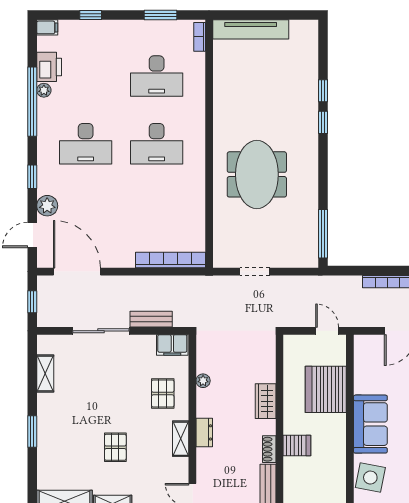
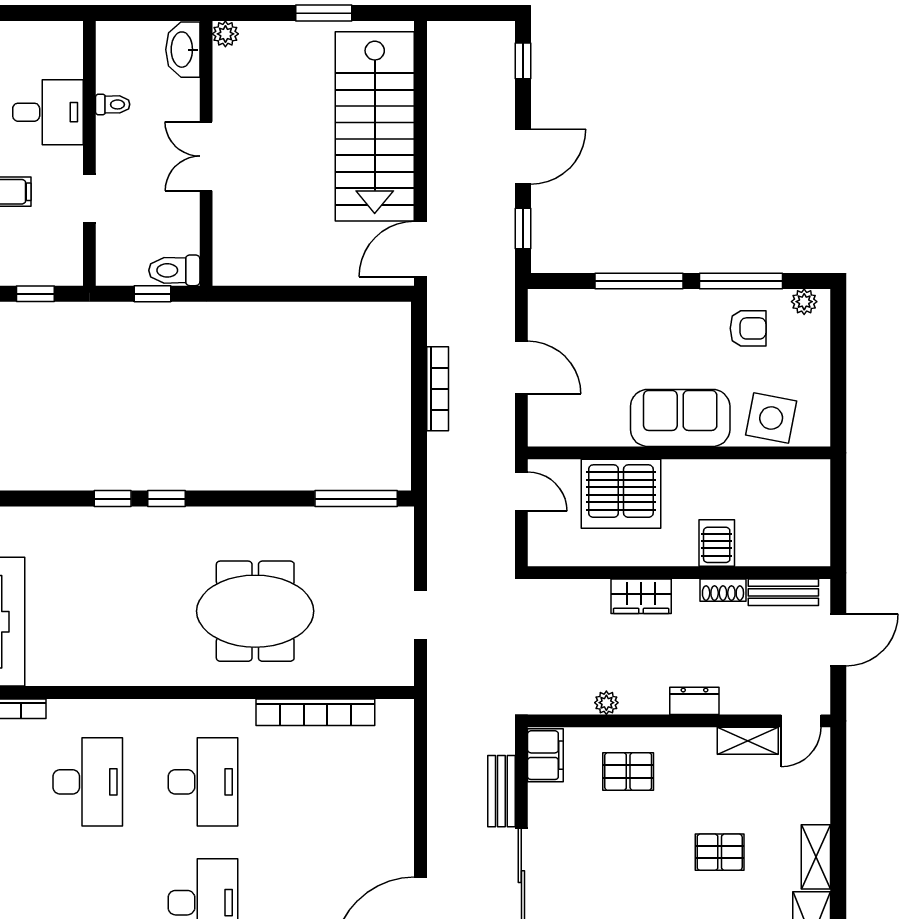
bookcase: (171, 260) -> (315, 712), moved, turned -90
door: (327, 331) -> (521, 492), swing flipped
shelving: (181, 439) -> (748, 741), moved

